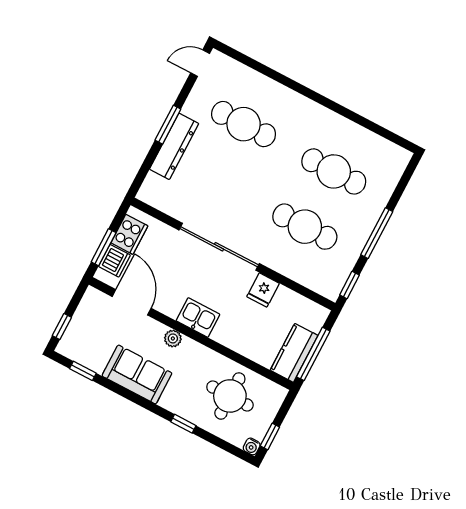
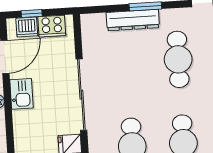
window: (104, 247) -> (32, 14), width x0.67
kitchen sink: (198, 317) -> (22, 94), moved

